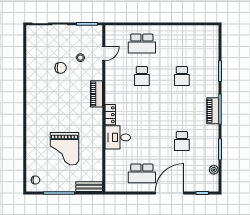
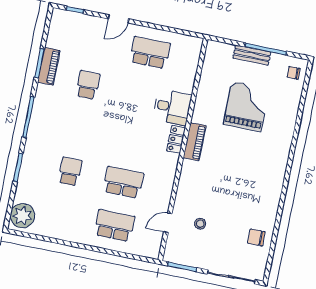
chair: (61, 68) -> (256, 237), moved
school desk: (142, 76) -> (123, 182), width x1.85
piano: (96, 94) -> (195, 142), moved
piano: (213, 111) -> (49, 66), moved
plant: (214, 170) -> (22, 216), moved, width x1.87, depth x1.87
bench: (89, 187) -> (252, 55), moved
door: (169, 193) -> (119, 19), width x0.53

